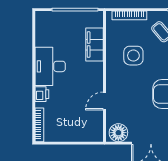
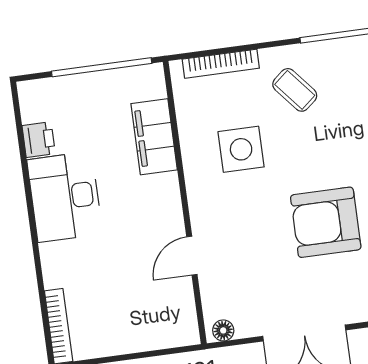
printer: (42, 94) -> (39, 140), moved
floor lamp: (118, 133) -> (223, 330), width x0.53, depth x0.53

